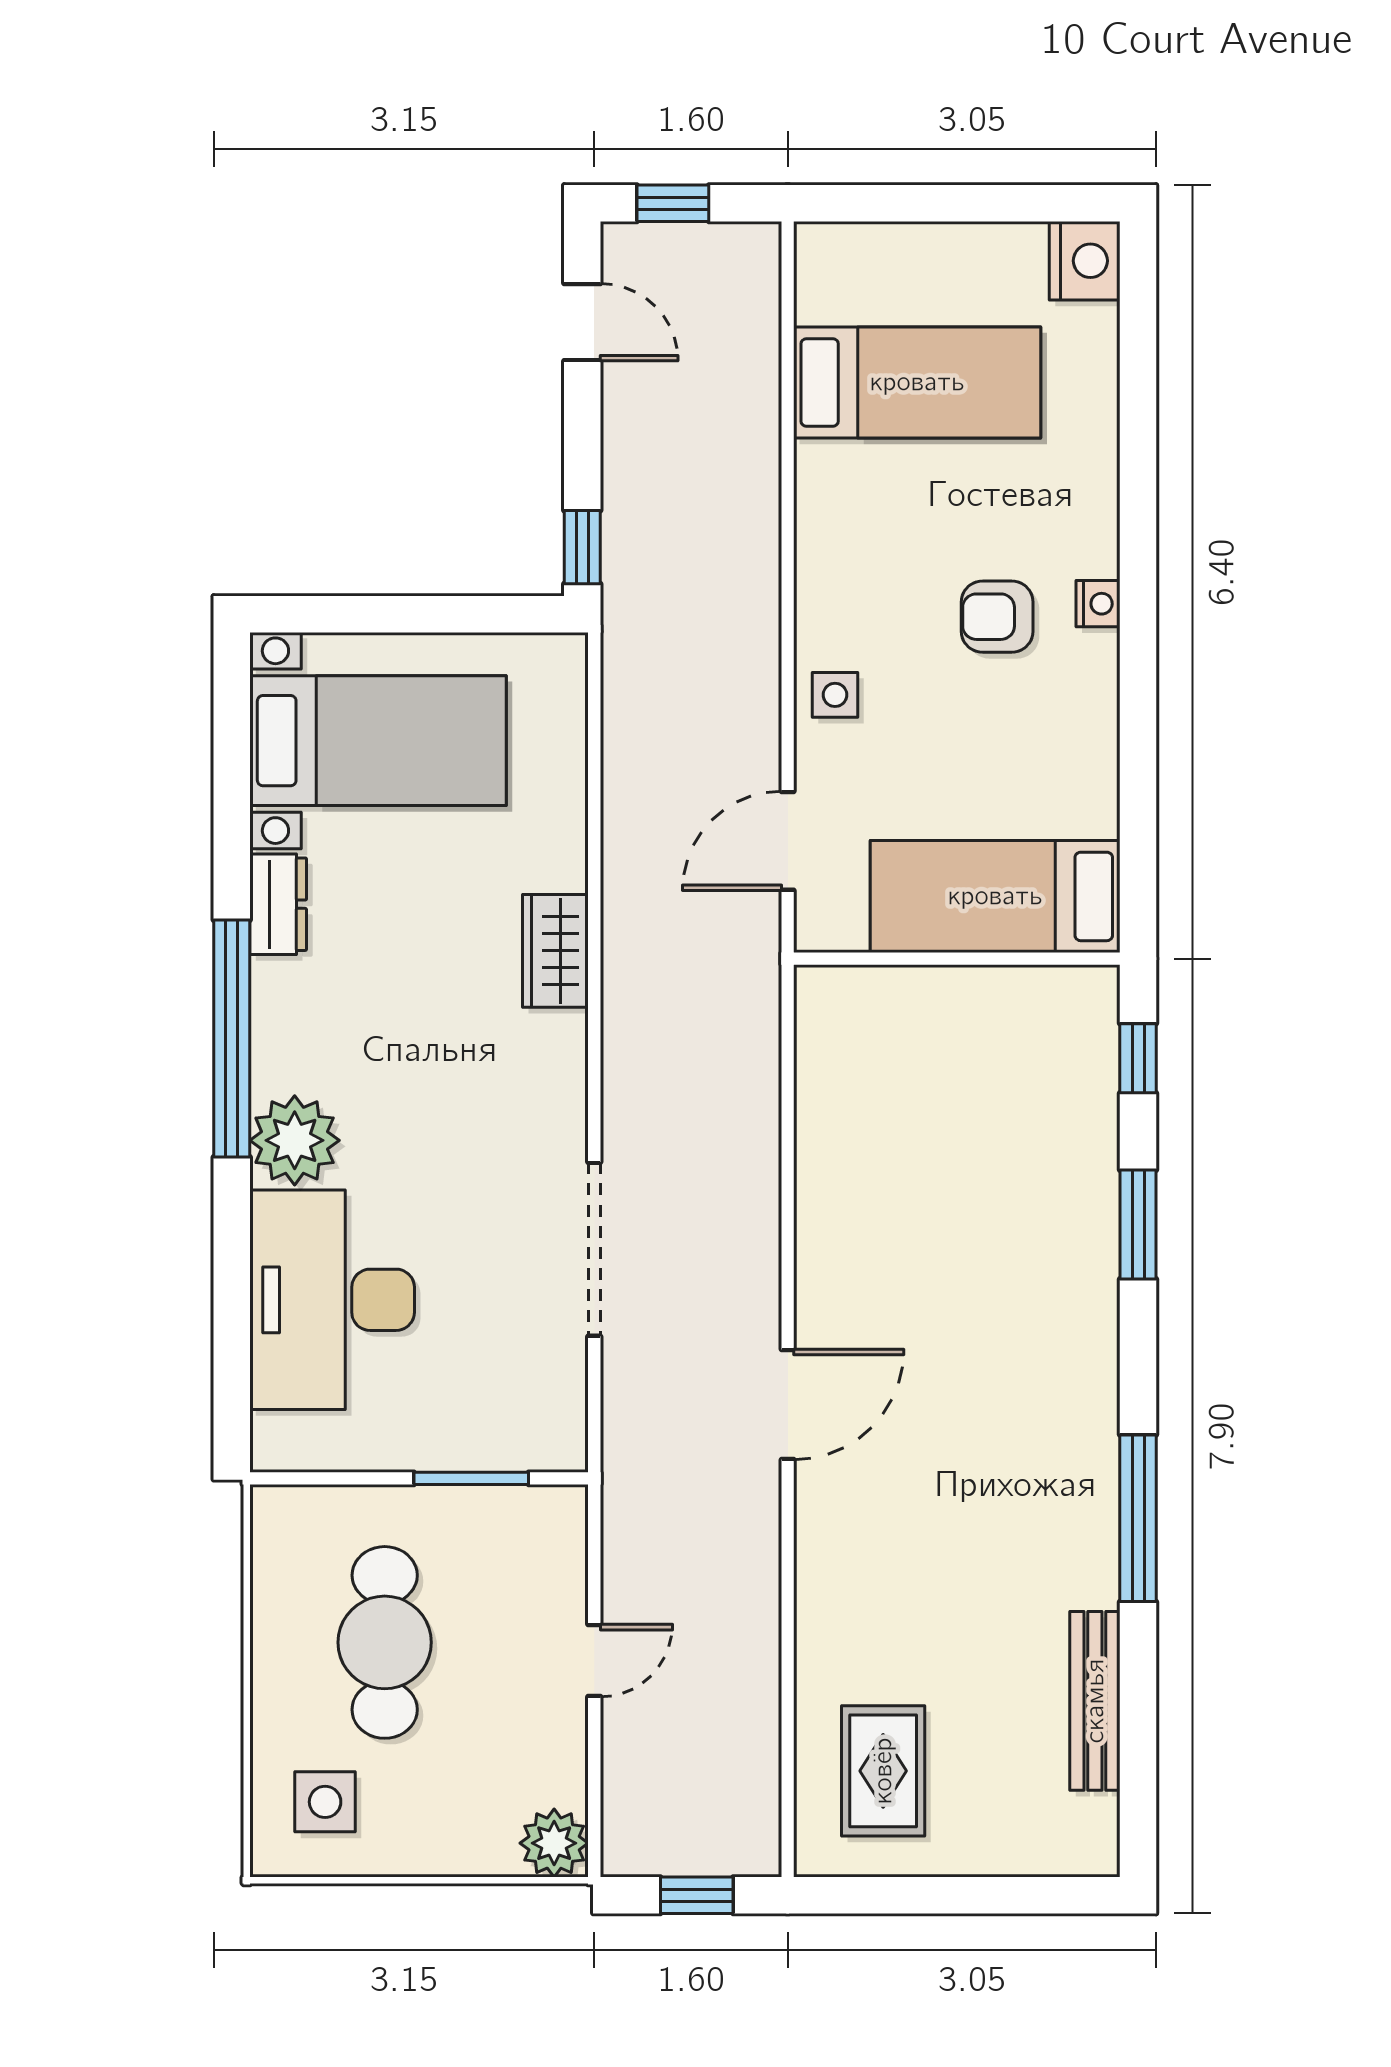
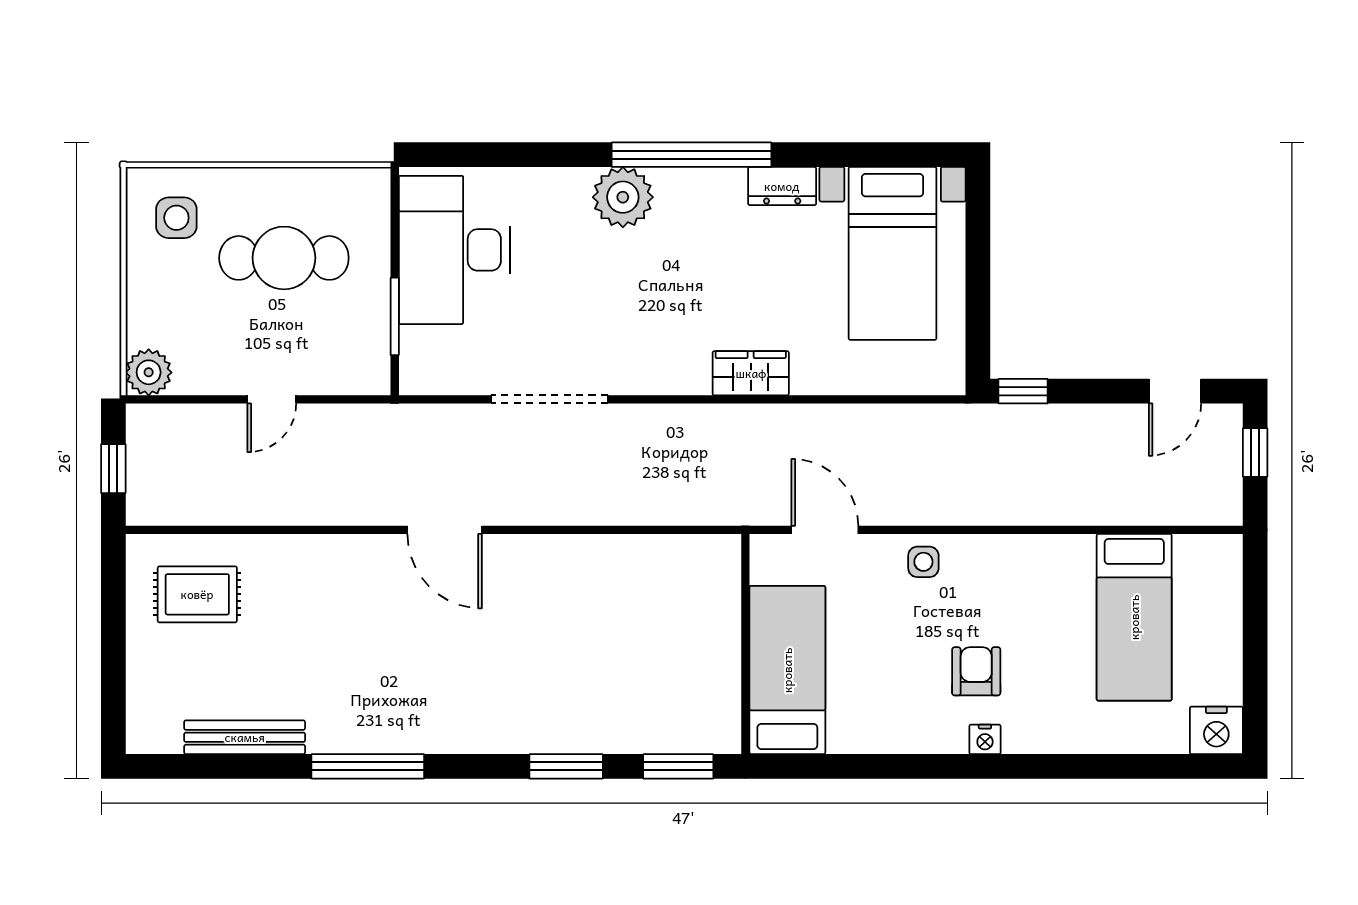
window: (1138, 1058) -> (678, 766), width x1.50
desk: (332, 1300) -> (454, 250), moved, turned -90
door: (594, 1661) -> (272, 399), hinge flipped

